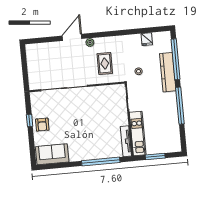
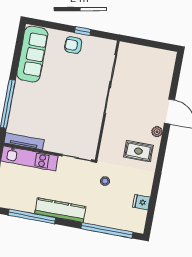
rug: (105, 63) -> (138, 151), moved
kitchen counter: (168, 72) -> (60, 210), moved
window: (180, 106) -> (32, 216), moved
sofa: (52, 154) -> (32, 54), width x1.36

